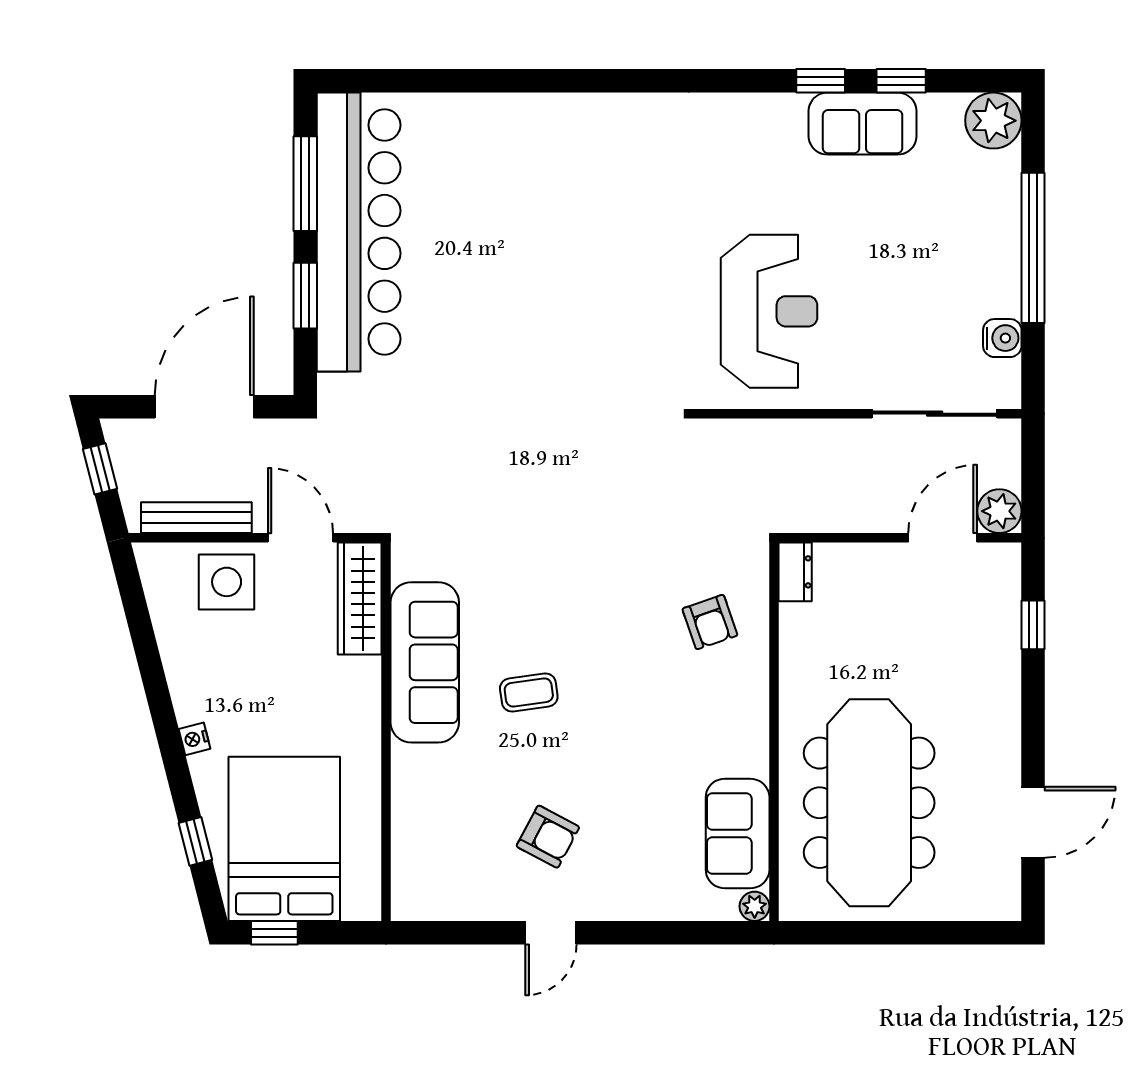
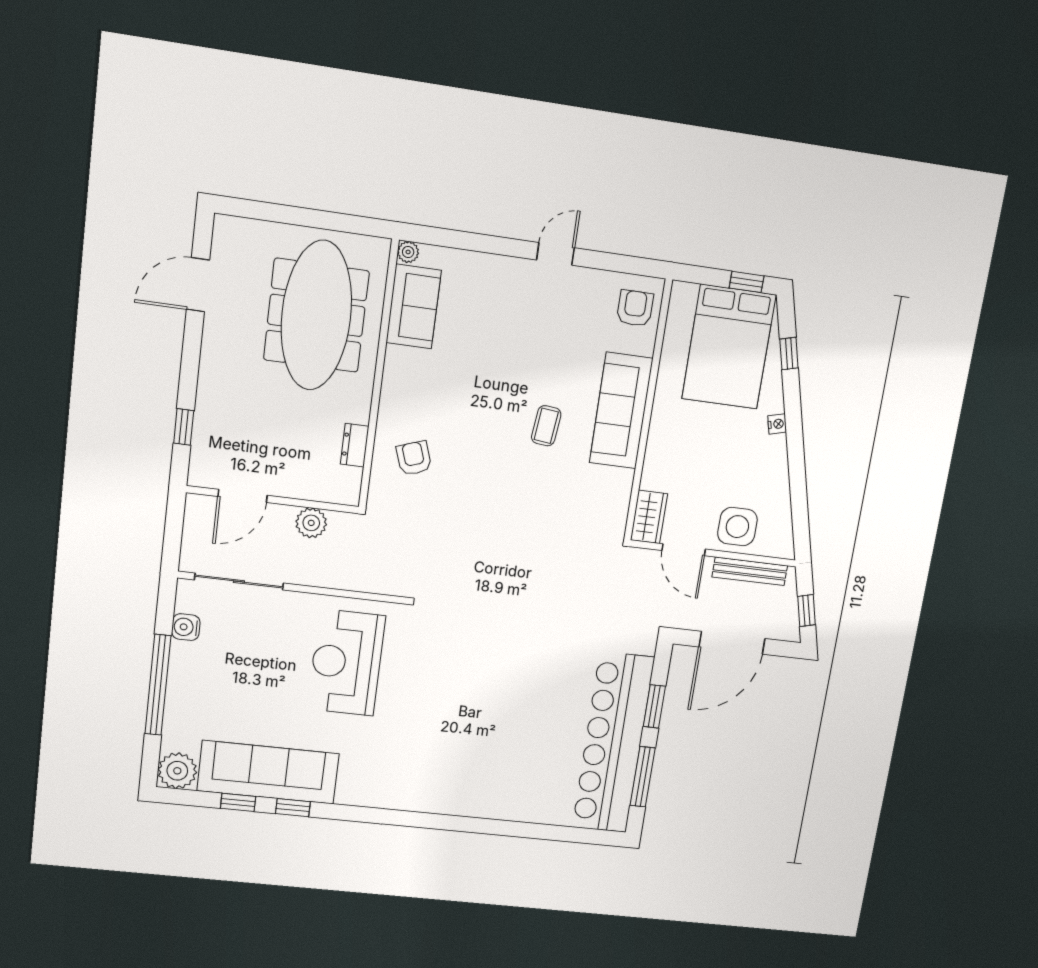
sofa: (863, 124) -> (268, 772), width x1.85, depth x1.27
plant: (999, 511) -> (311, 523), moved
dresser: (795, 572) -> (355, 445), moved
wardrobe: (360, 599) -> (649, 517), width x0.67
sofa: (425, 662) -> (621, 411), moved
coffee table: (529, 692) -> (546, 426), turned -76
armchair: (548, 837) -> (635, 308), moved, turned 62

